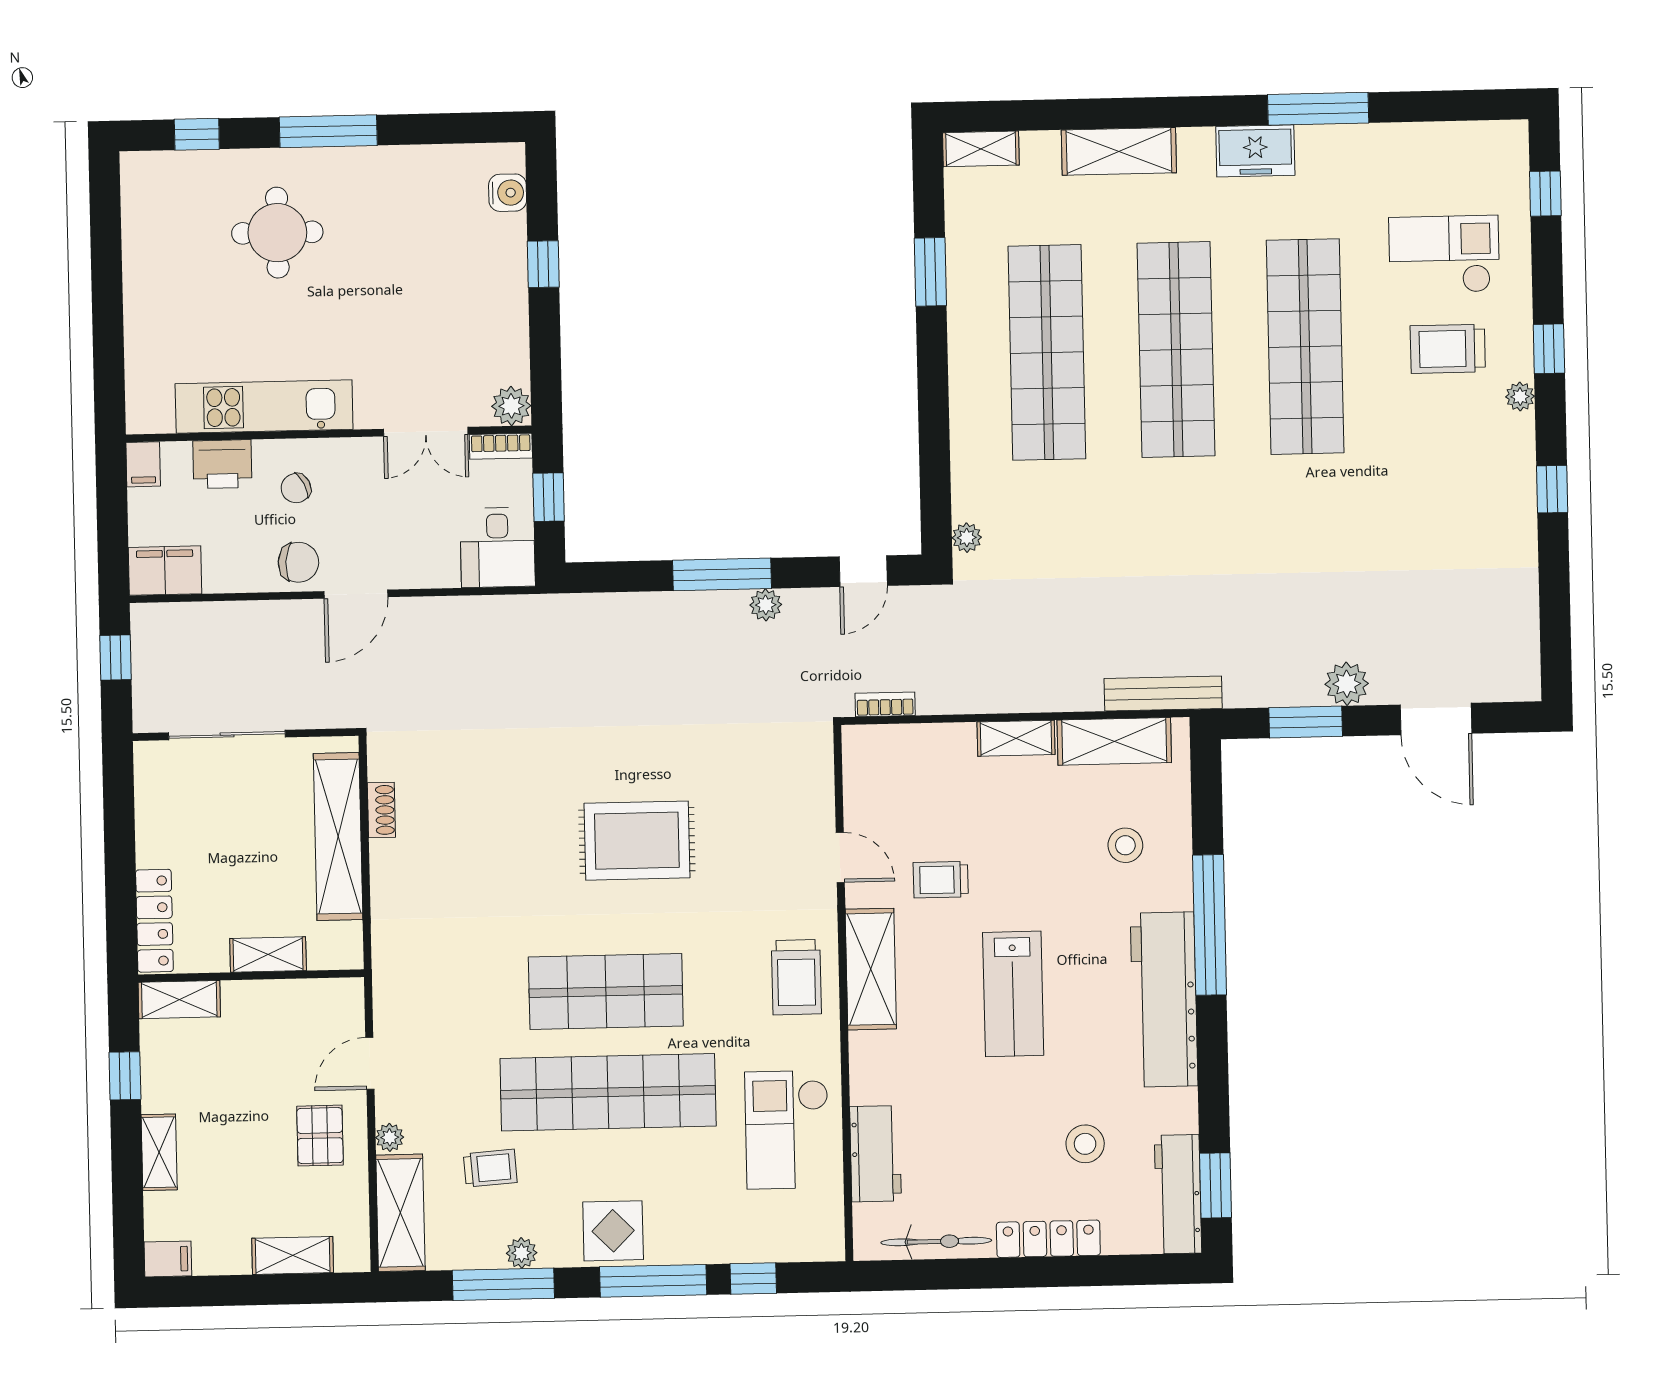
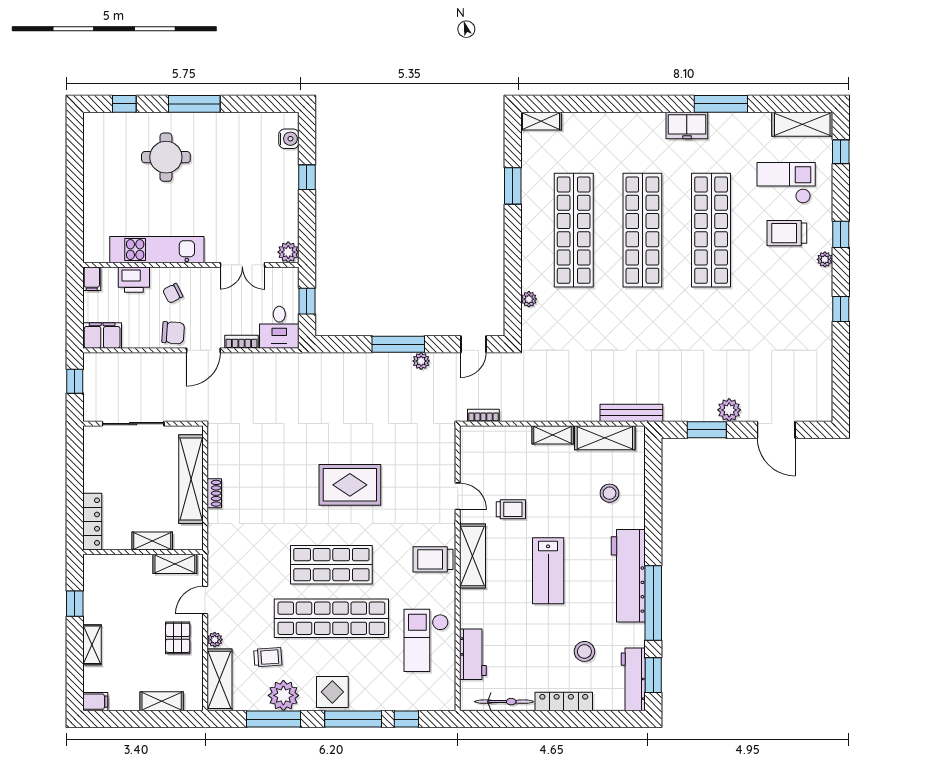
shelving: (1119, 151) -> (802, 124), moved
bookcase: (501, 446) -> (241, 342), moved, turned 180
plant: (967, 538) -> (529, 299), moved
shoe rack: (381, 810) -> (214, 493), moved
trolley: (941, 880) -> (511, 509), turned 180
window: (1210, 925) -> (653, 603), moved
trolley: (796, 977) -> (433, 559), turned 90
shelving: (179, 1000) -> (175, 564), moved
plant: (522, 1253) -> (283, 695), width x1.88, depth x1.88

